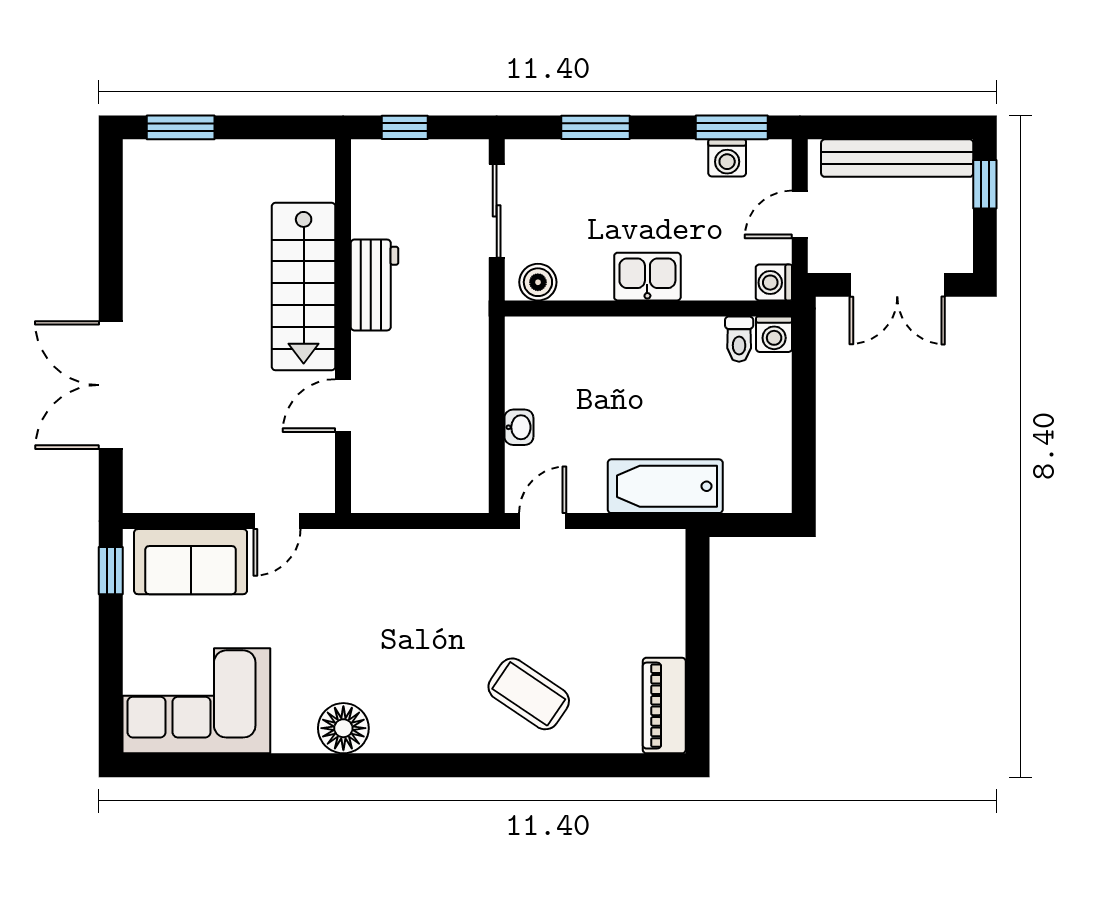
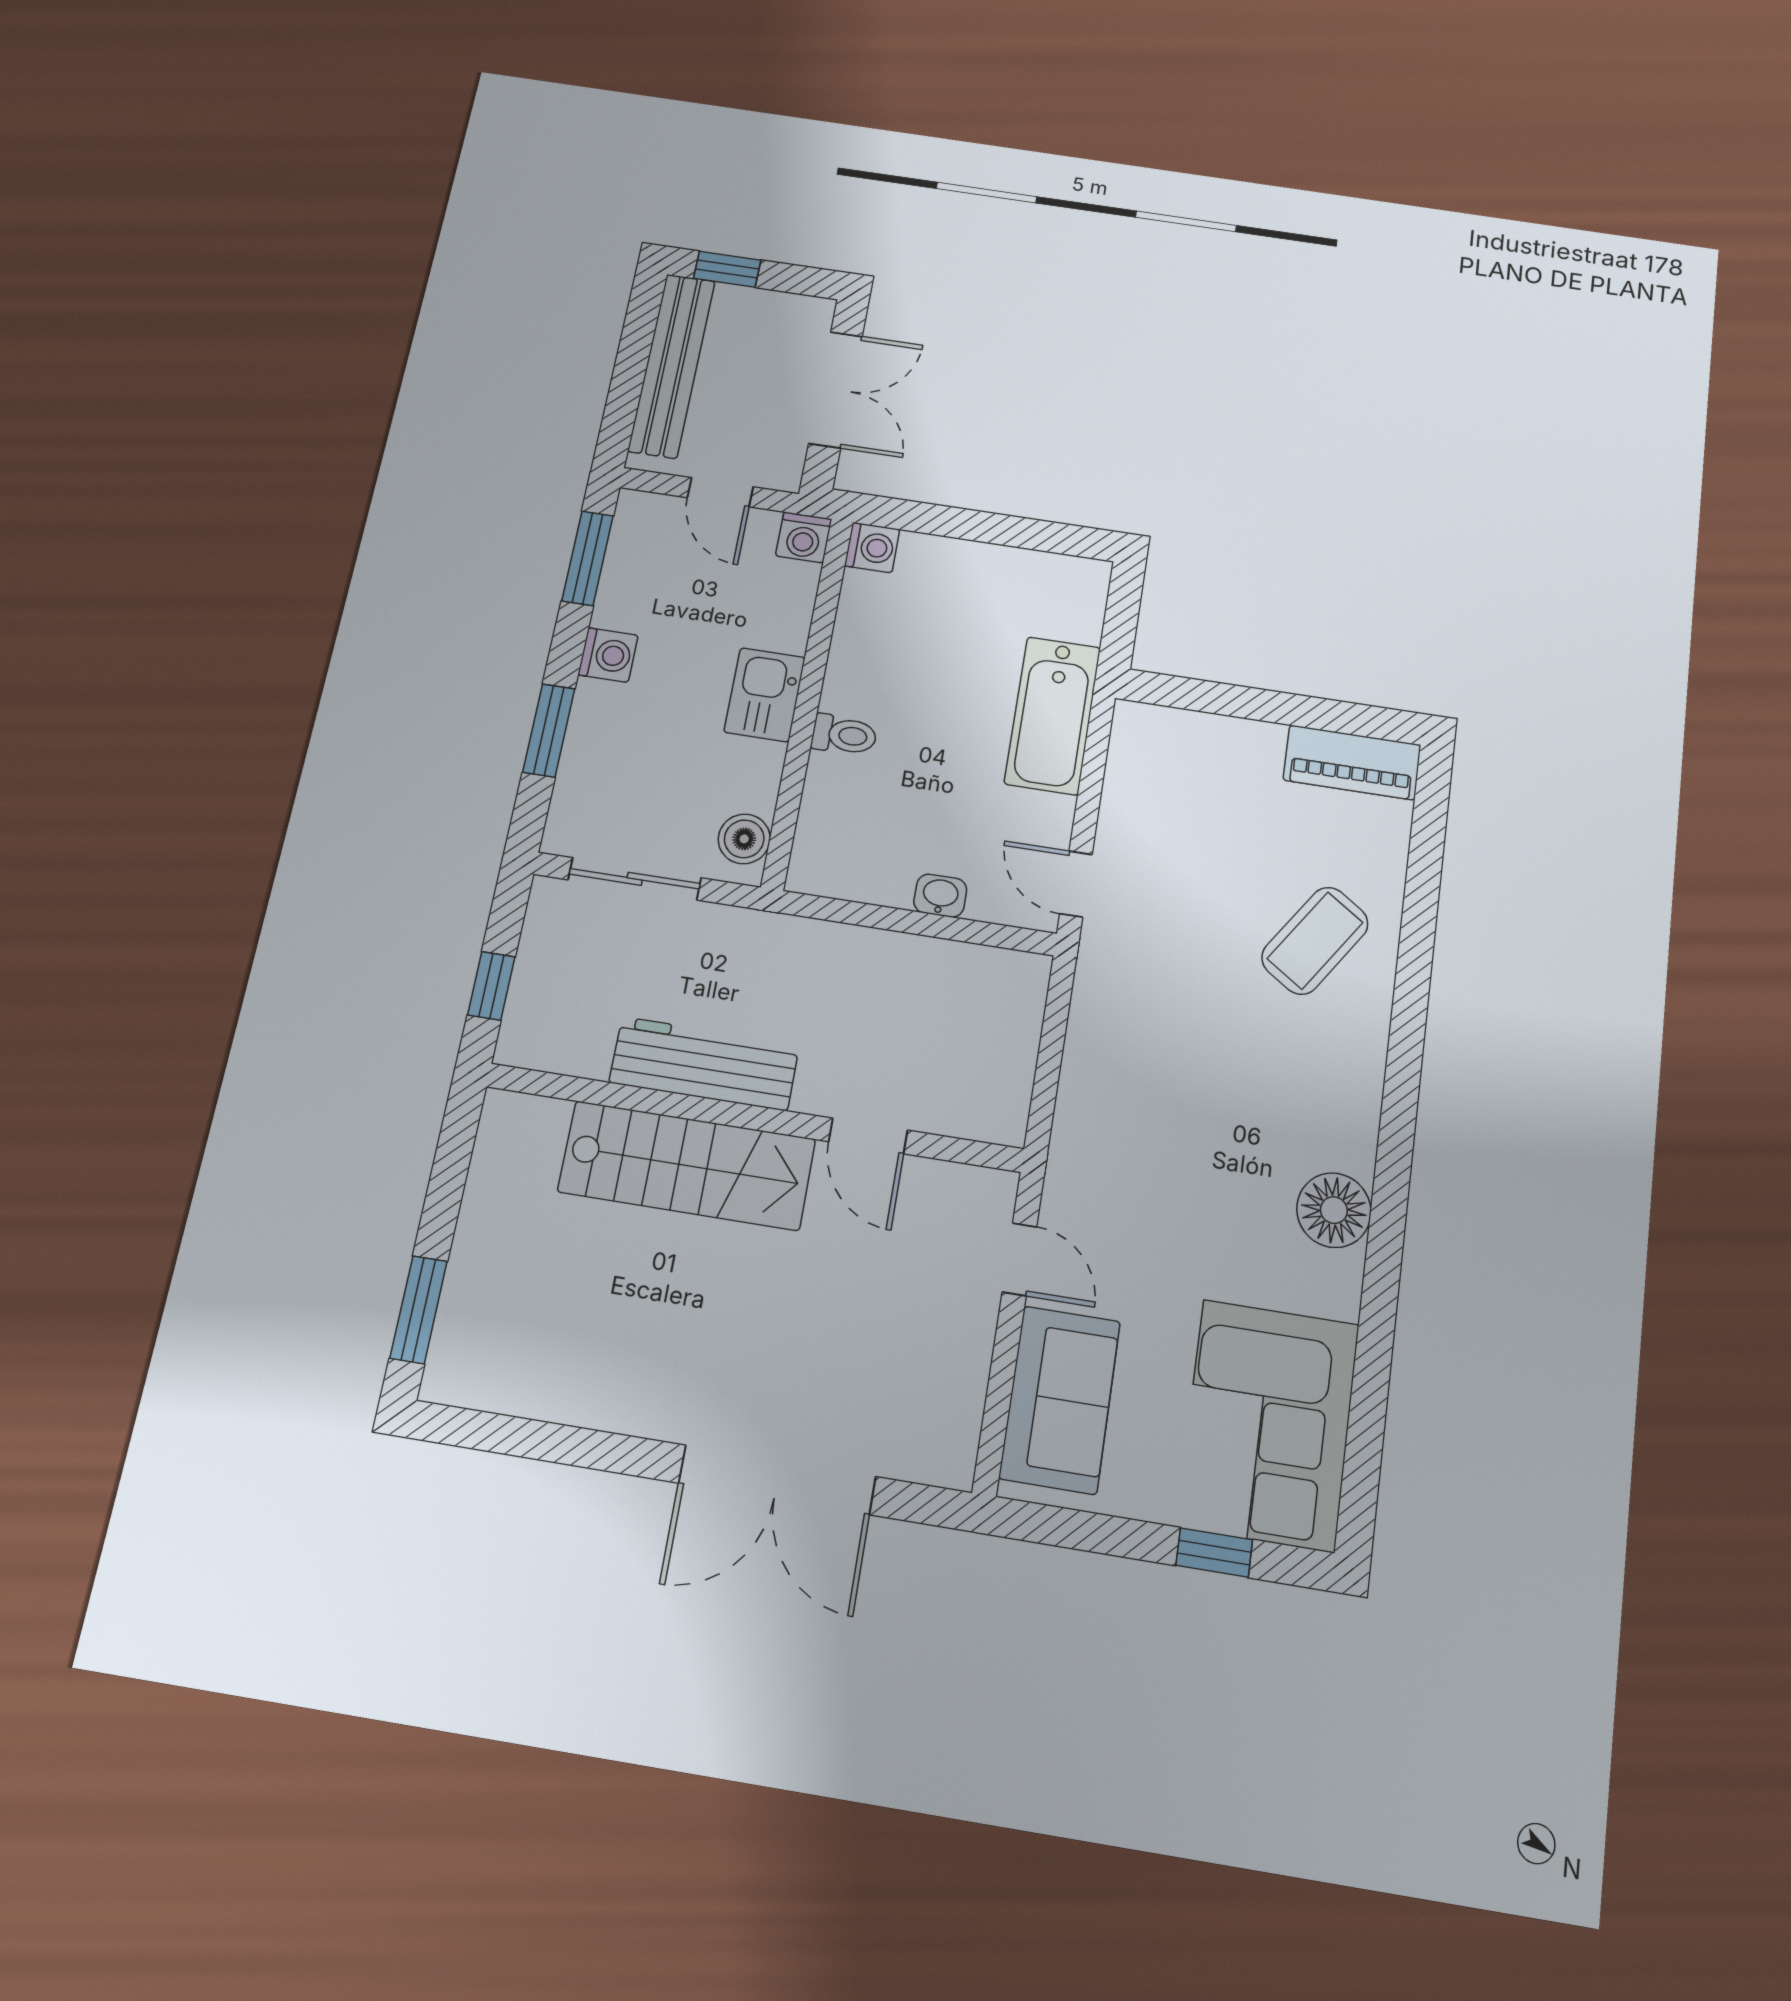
washing machine: (727, 158) -> (608, 655), moved
workbench: (375, 285) -> (704, 1064), width x1.38
toilet: (739, 339) -> (844, 735), moved
window: (111, 571) -> (1214, 1552), moved

